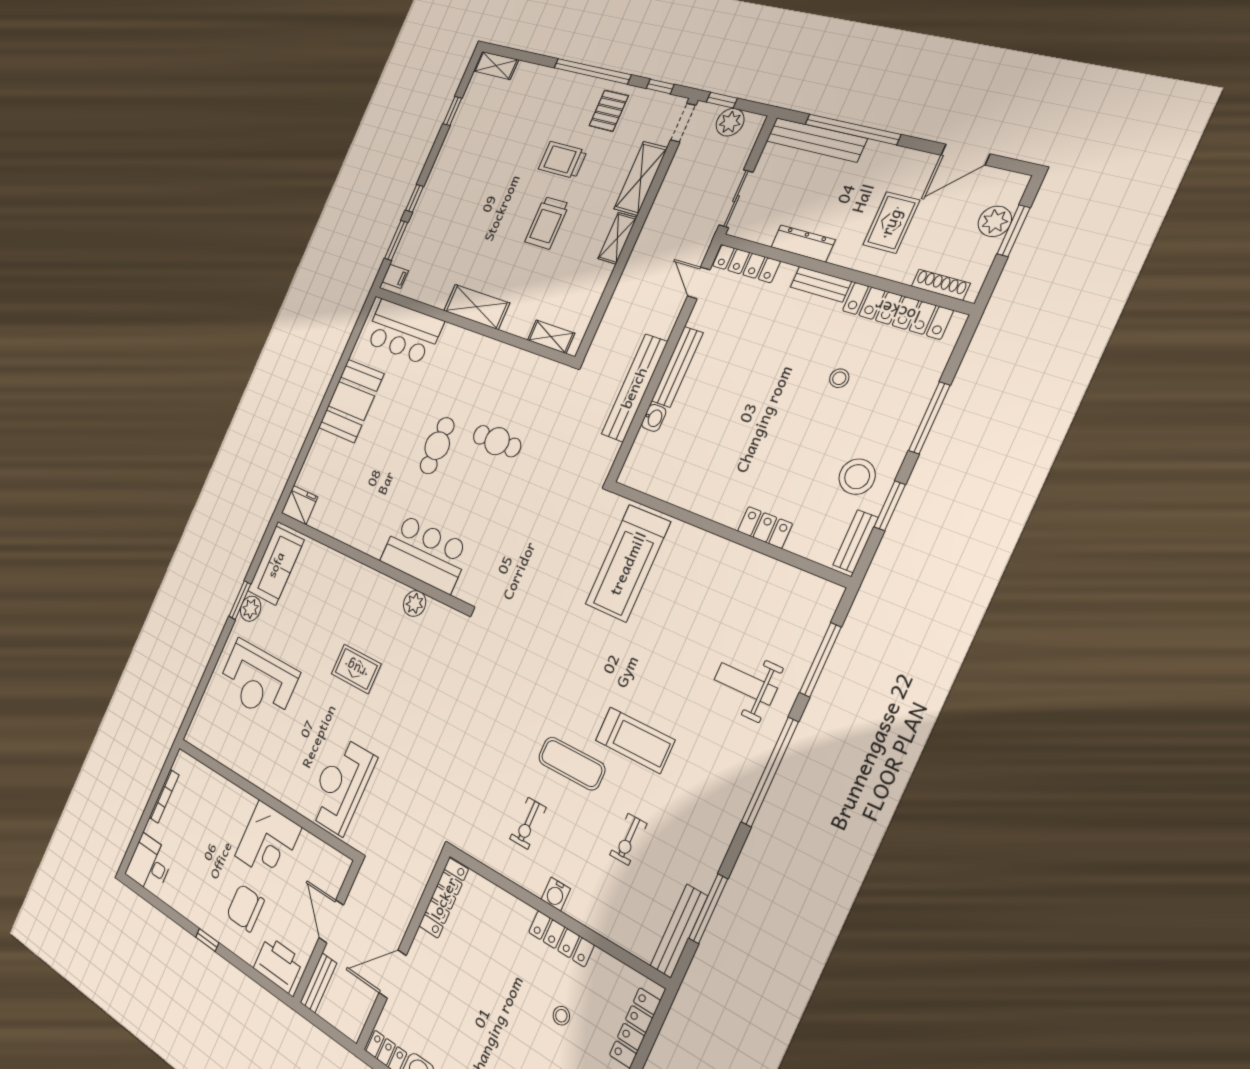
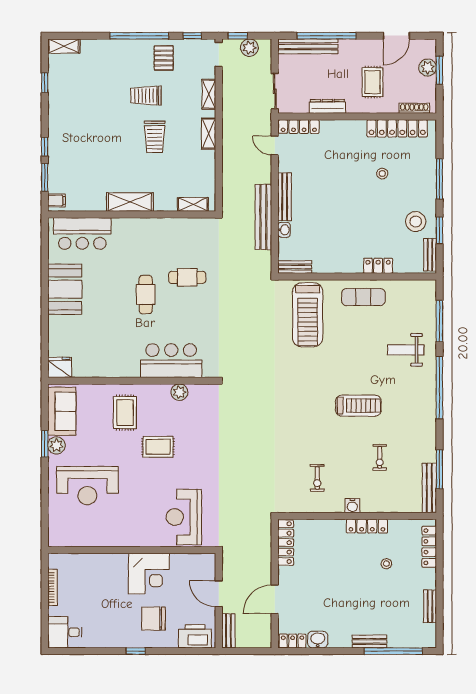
shelving: (641, 178) -> (209, 94), width x0.67, depth x0.75
bench: (821, 284) -> (295, 267), moved
rug: (341, 602) -> (125, 413), added
exercise mat: (572, 763) -> (363, 297), moved

